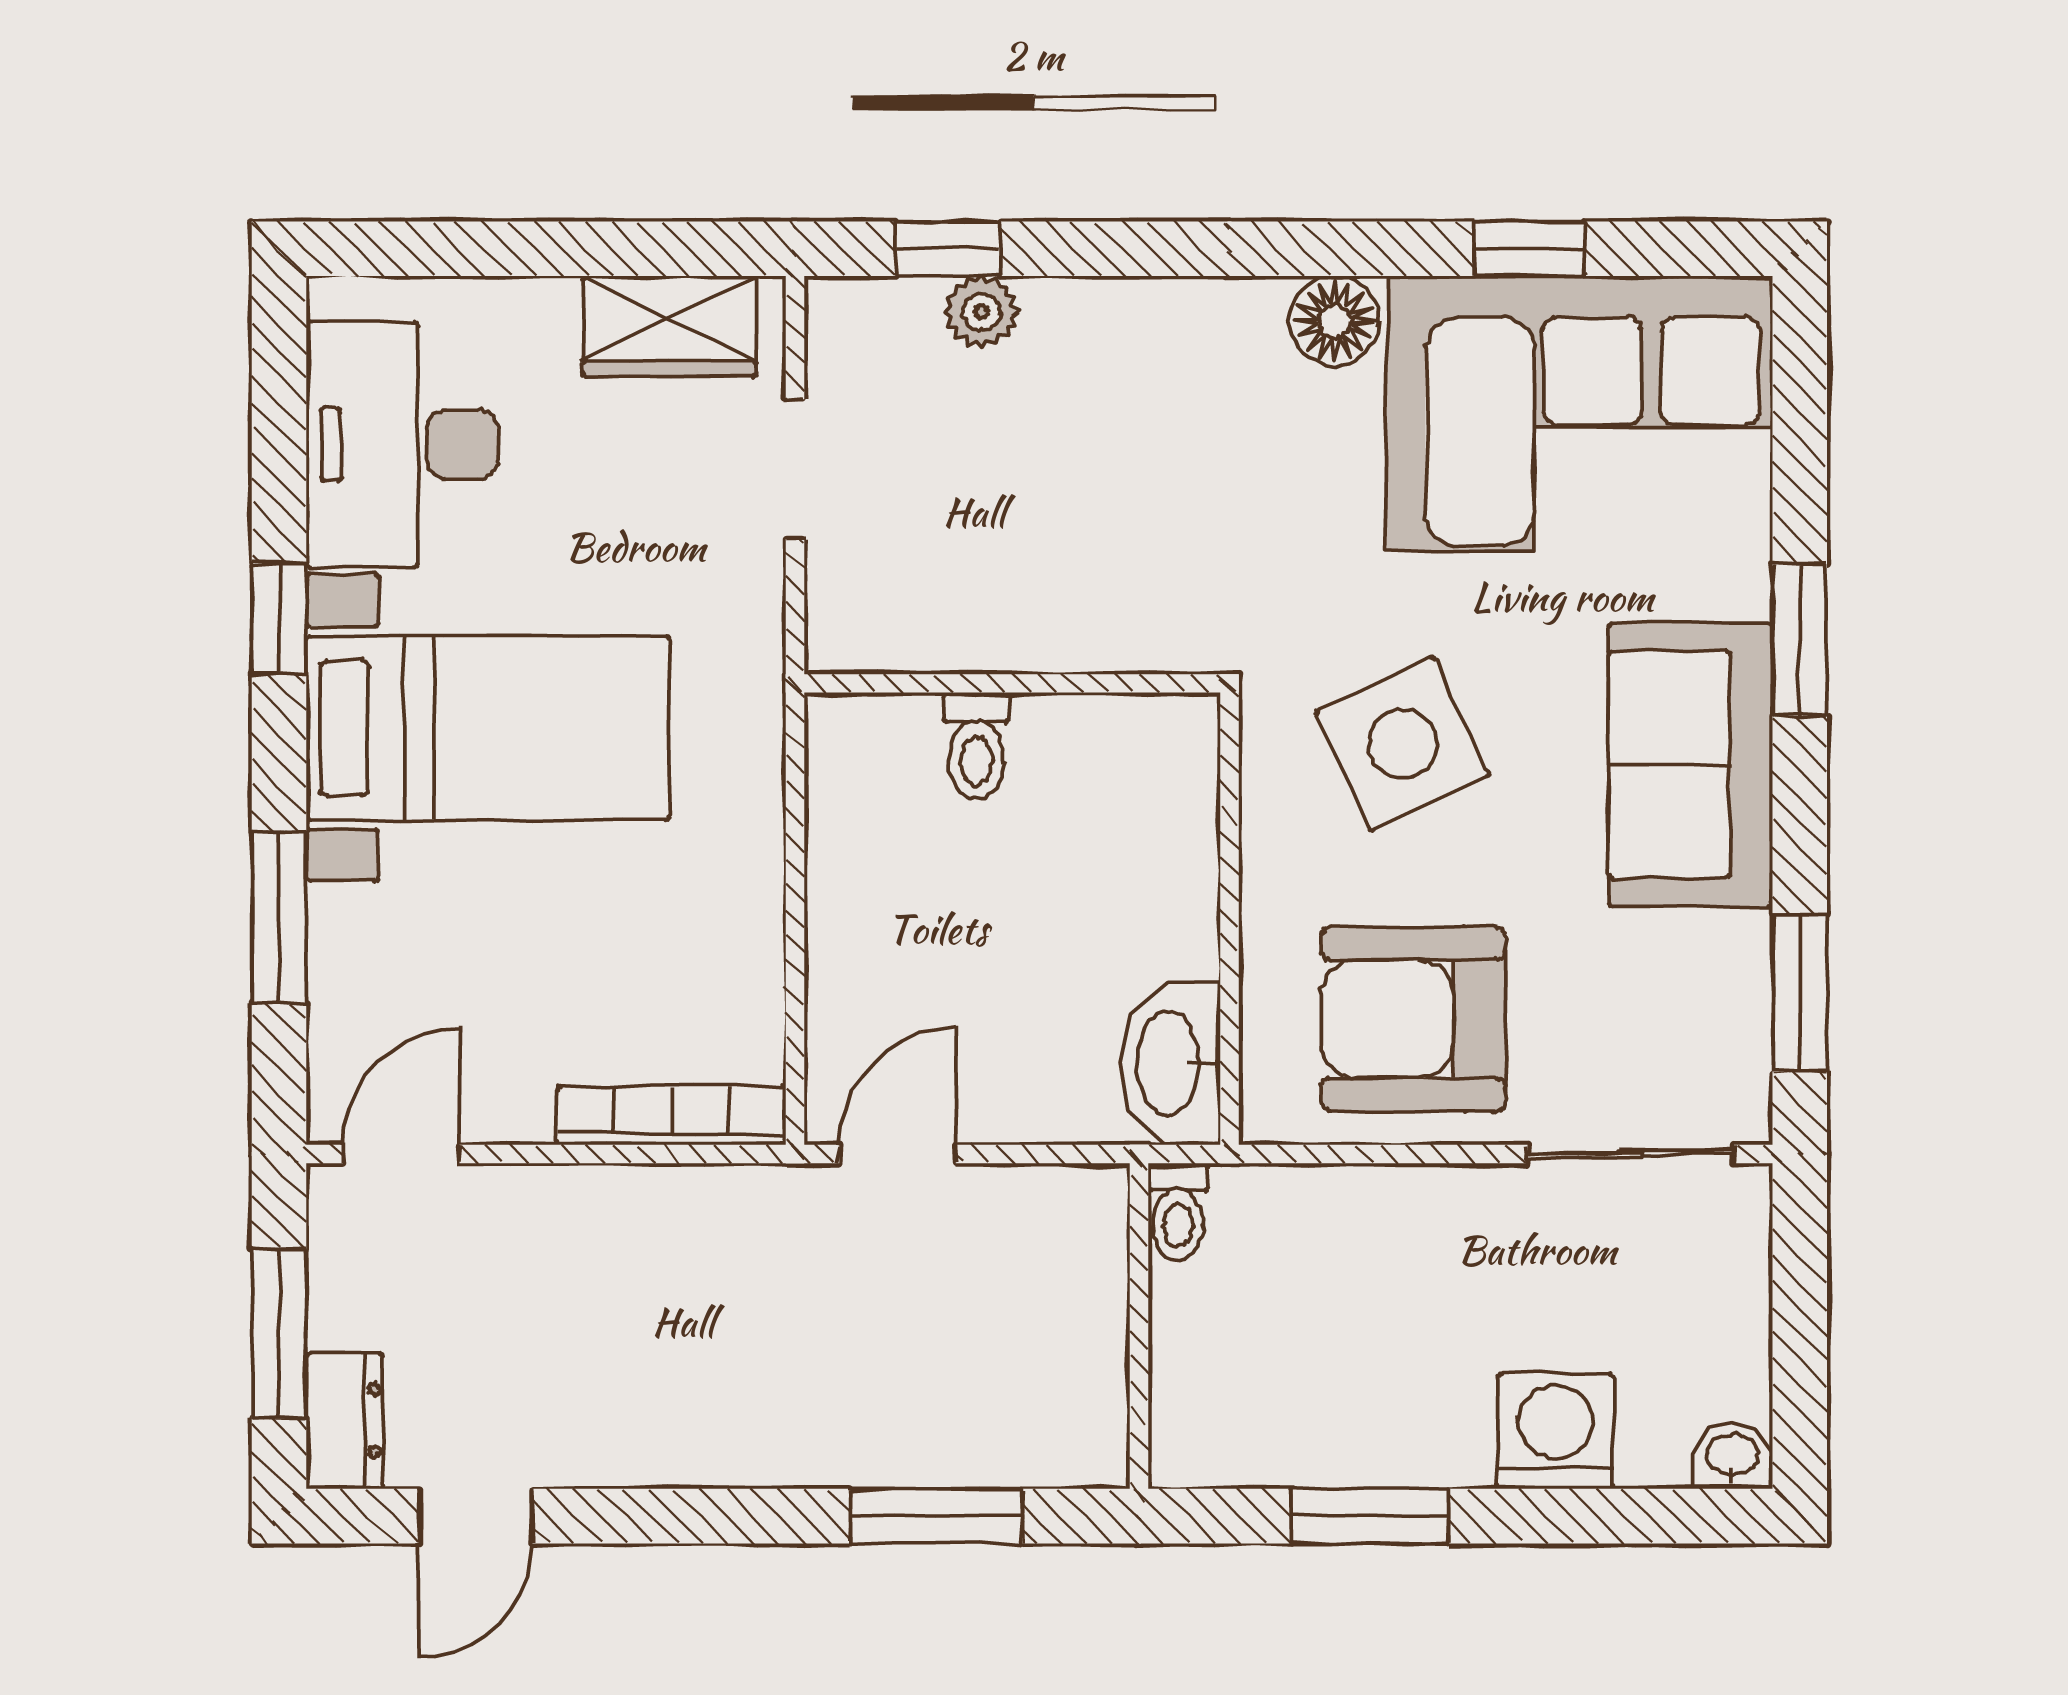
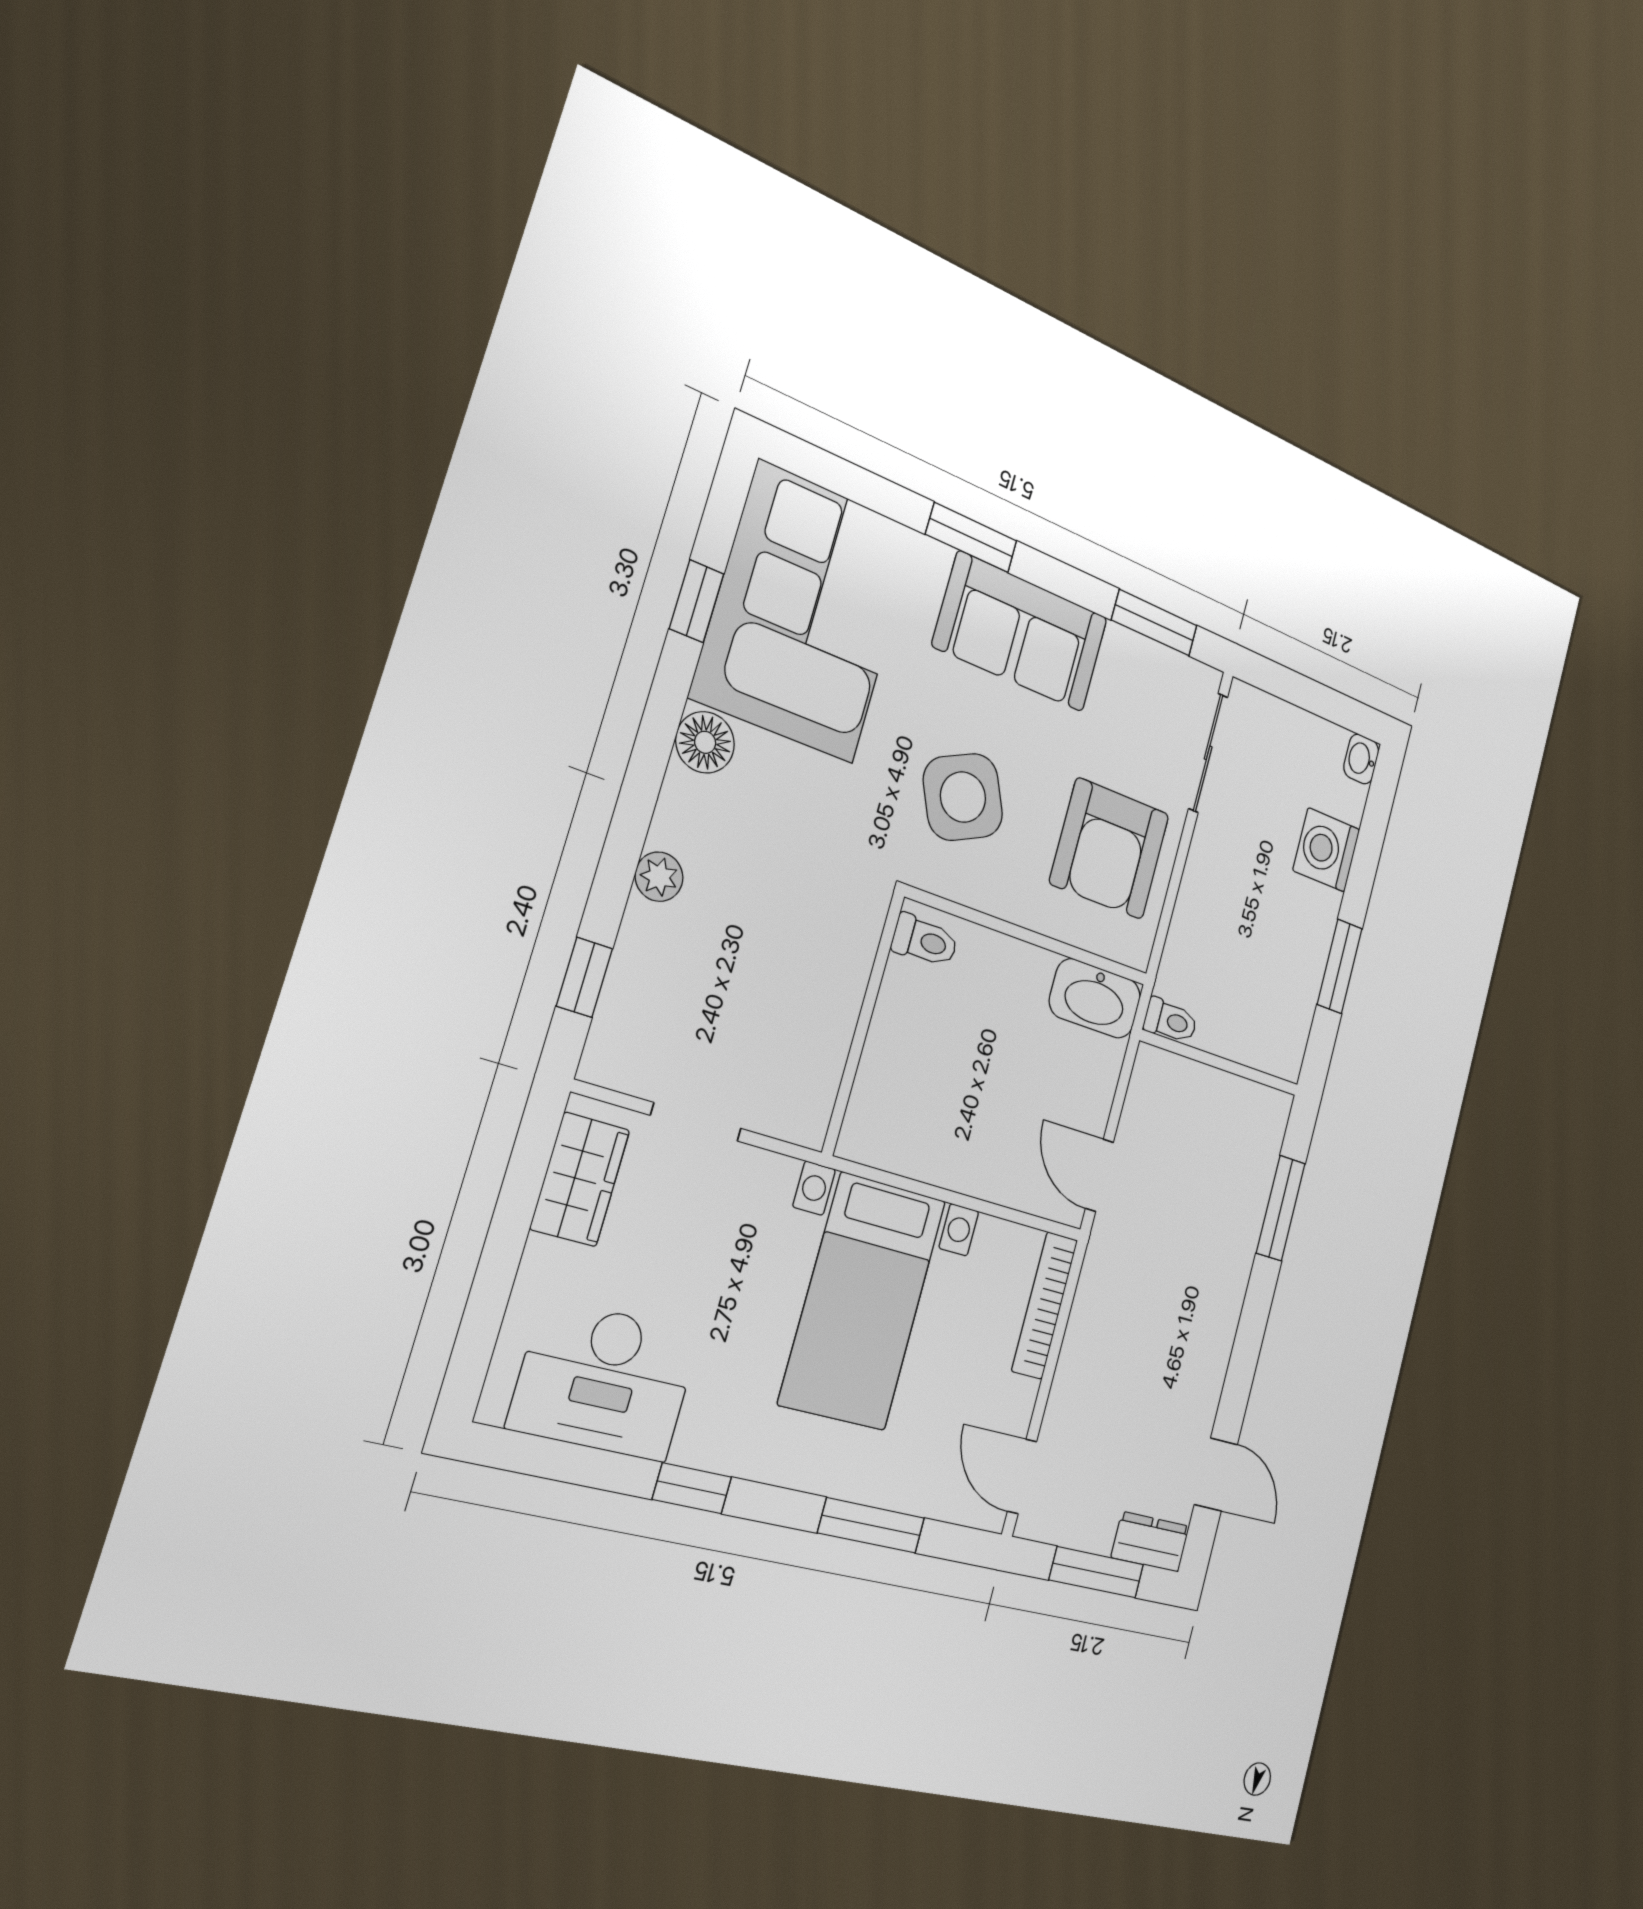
plant: (981, 312) -> (659, 877), moved
bed with nightstands: (488, 728) -> (863, 1301), moved, turned 180
toilet: (976, 746) -> (925, 941), moved

